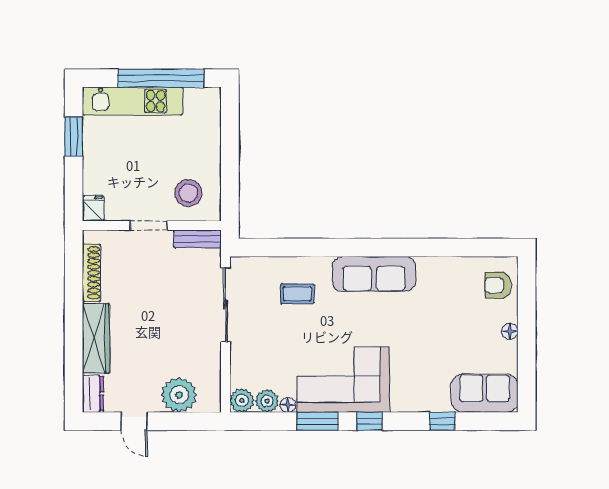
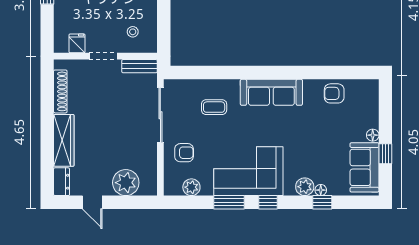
stool: (188, 193) -> (133, 32), width x0.53, depth x0.53
fridge: (93, 208) -> (77, 43), moved
armchair: (498, 285) -> (334, 93), moved
armchair: (257, 355) -> (184, 153), added
window: (527, 356) -> (385, 154), added
sofa: (485, 393) -> (364, 167), moved, turned -90
plant: (242, 400) -> (305, 187), moved
floor lamp: (288, 405) -> (321, 190), moved

